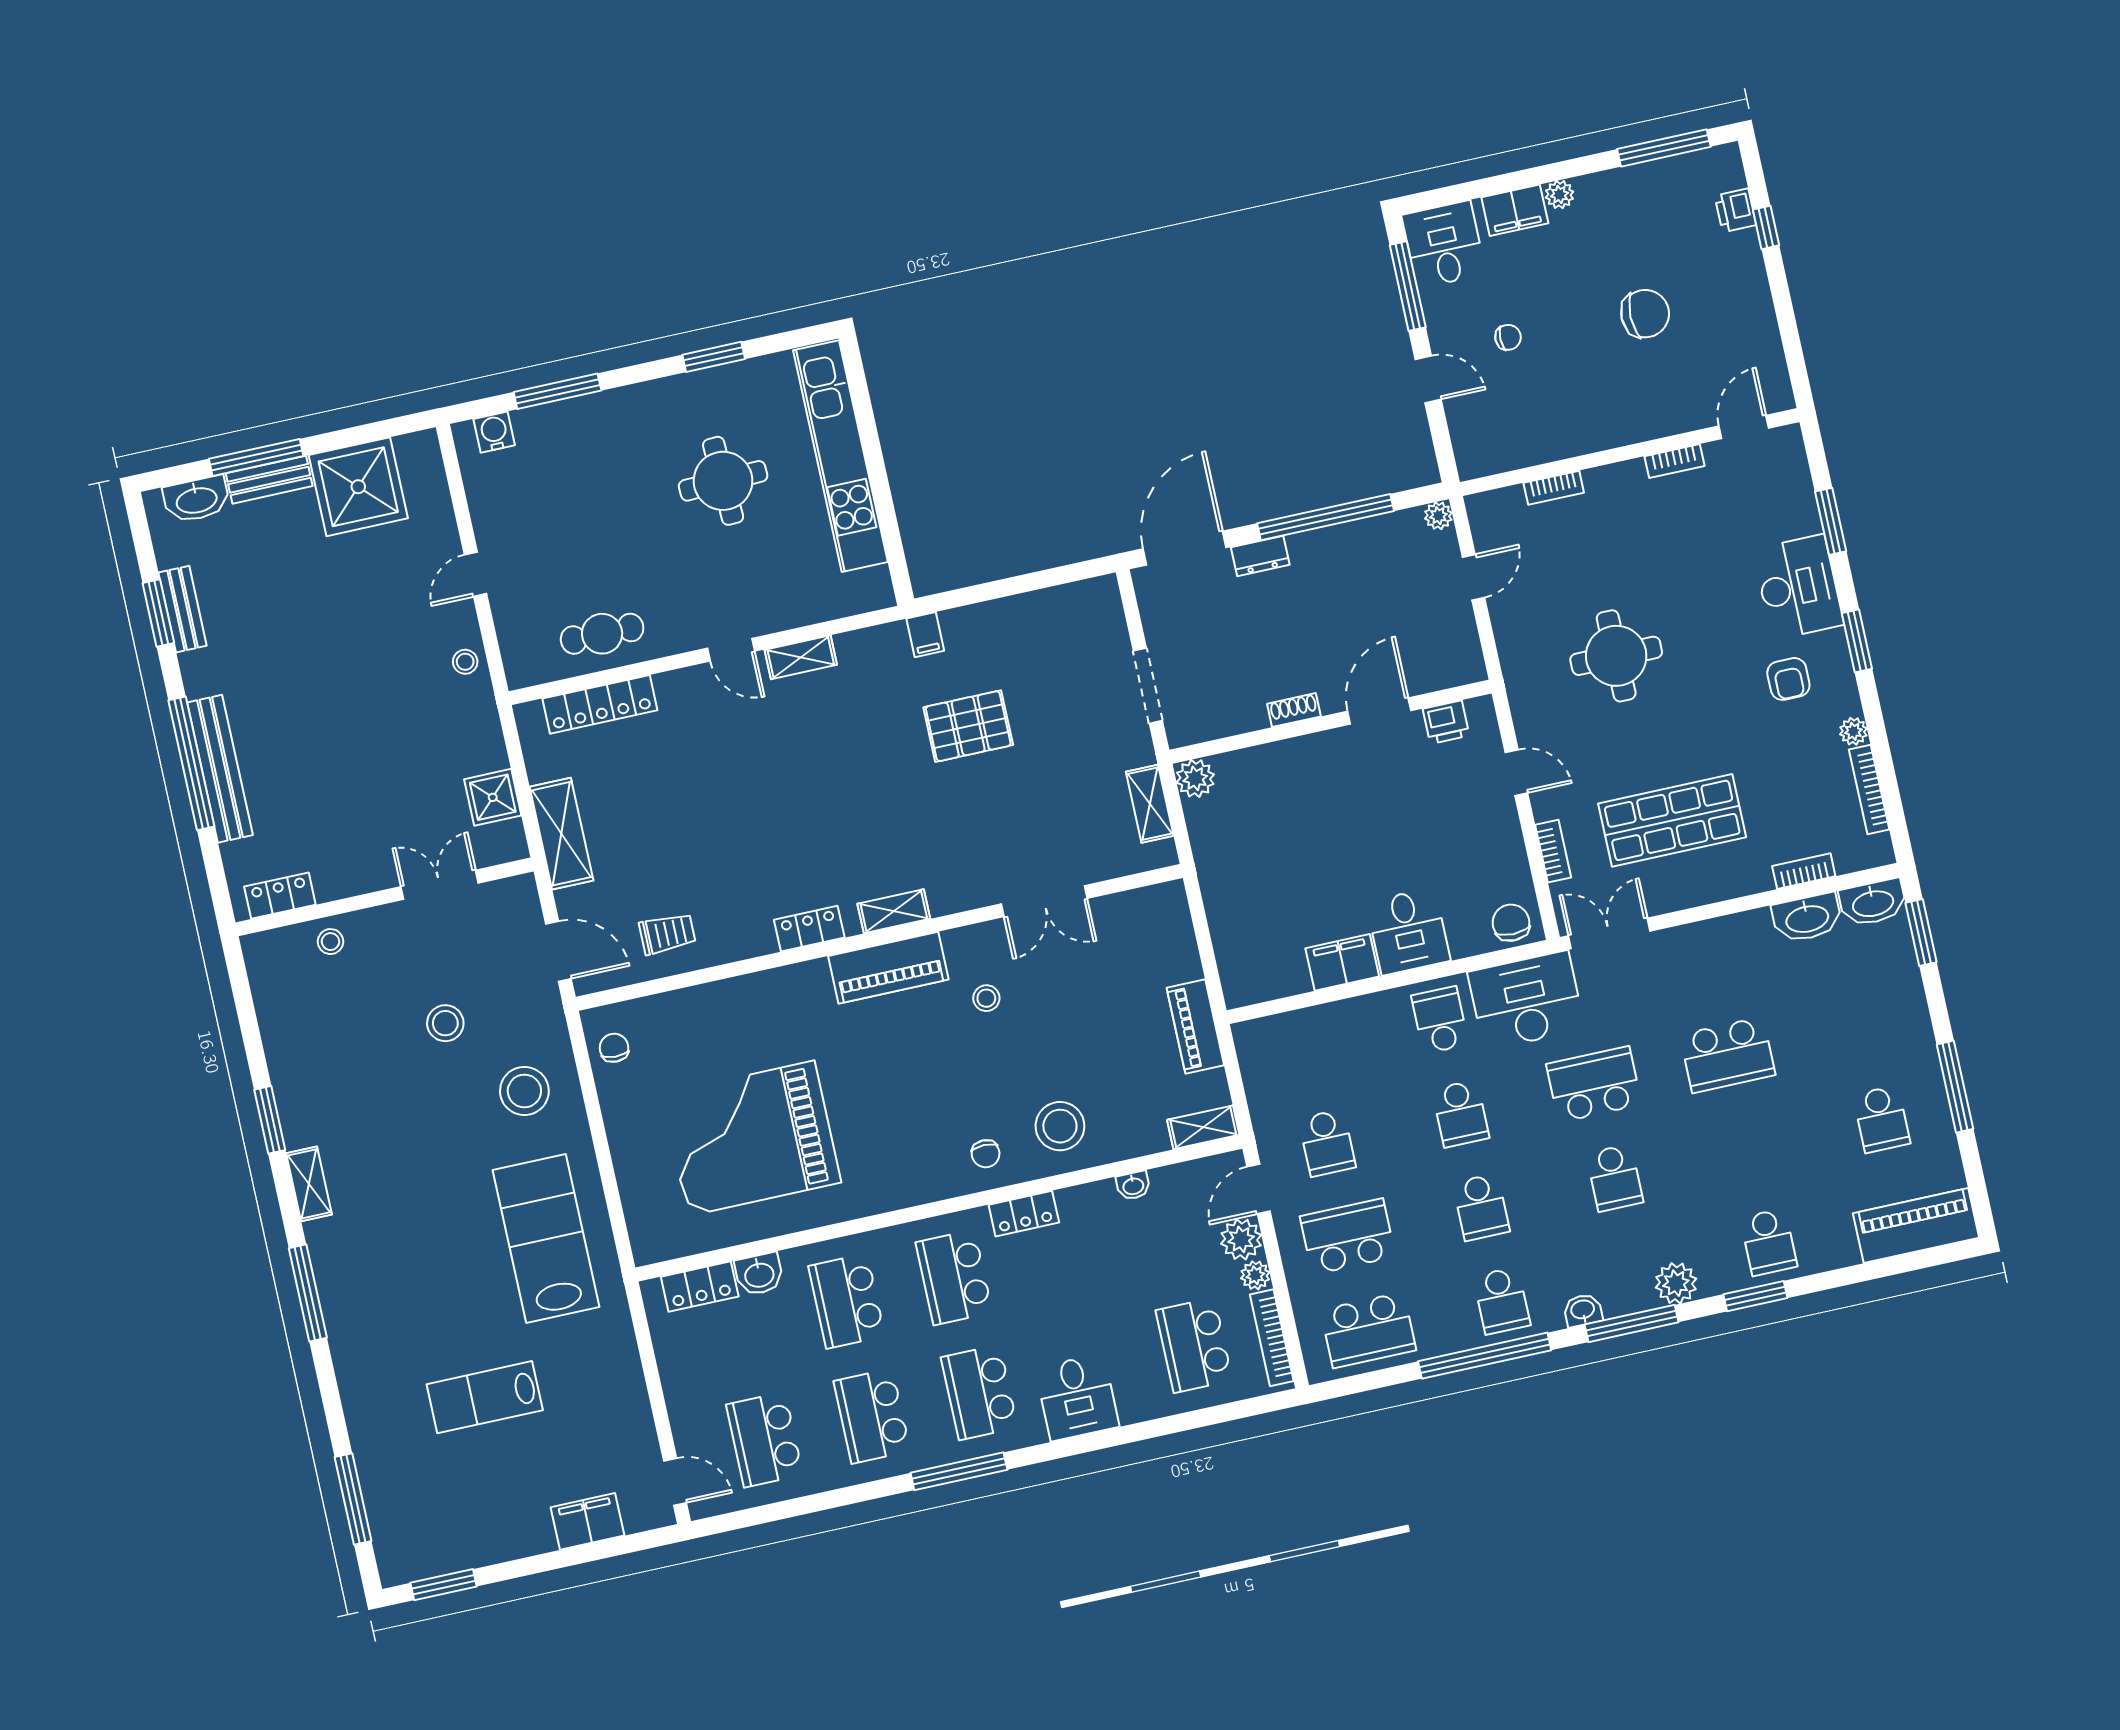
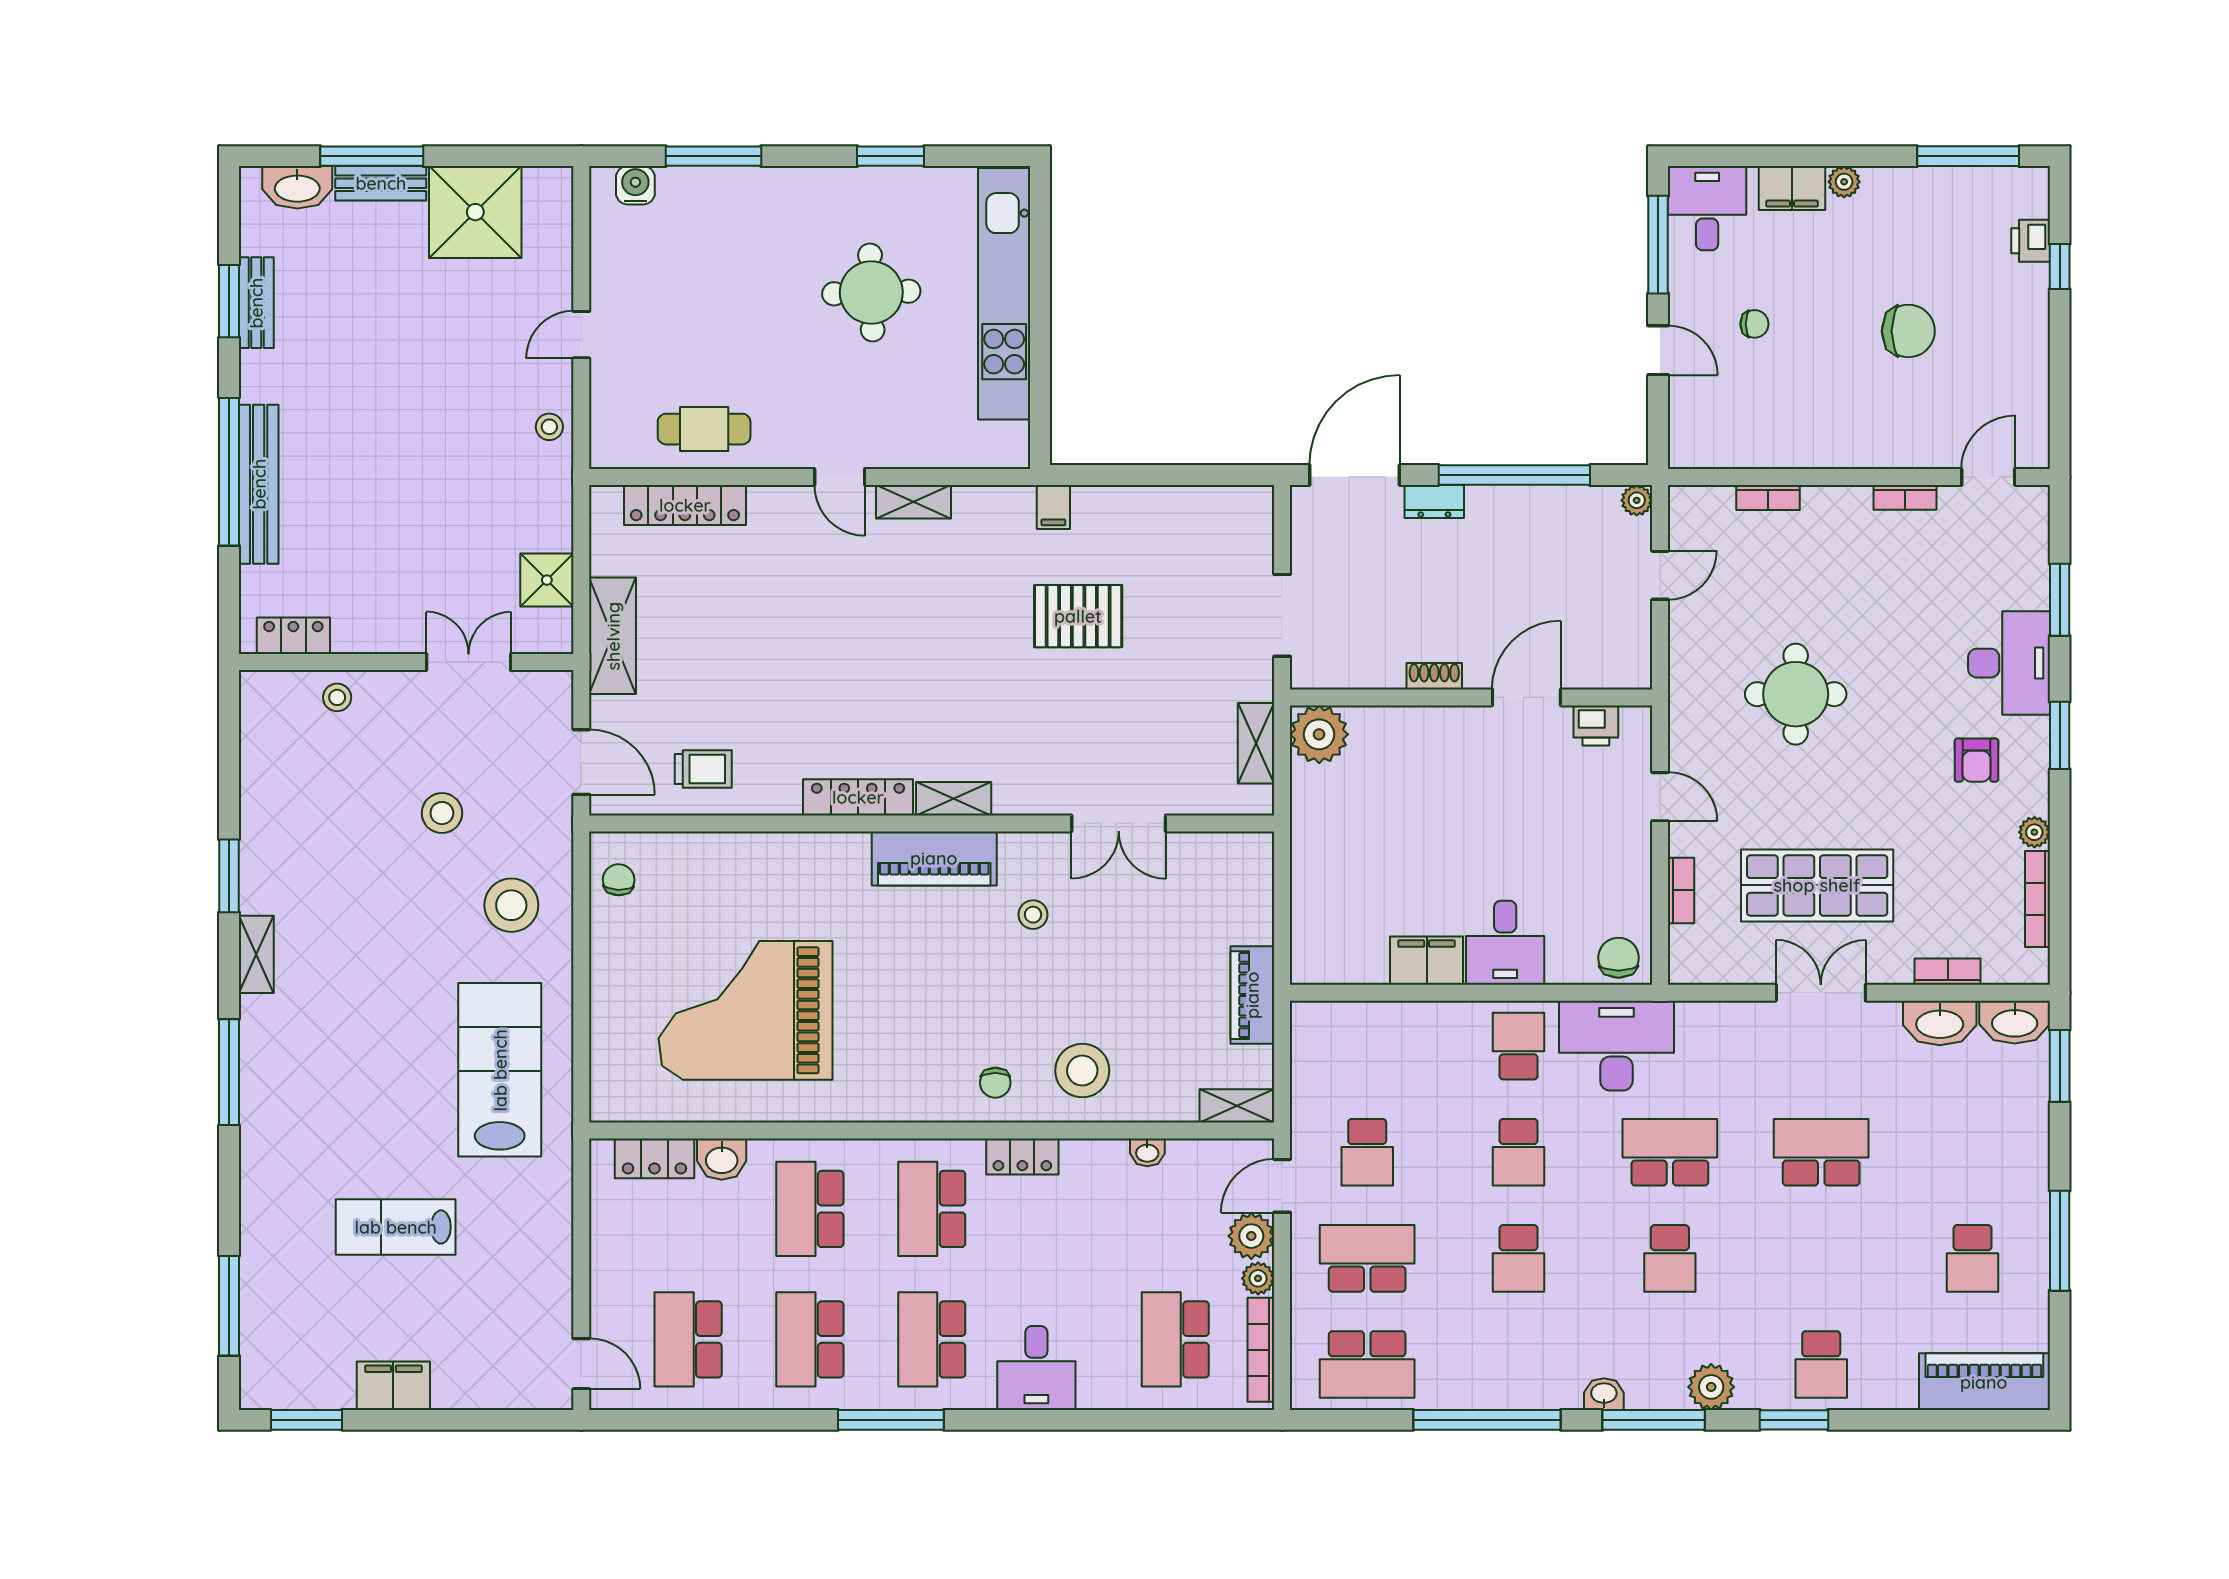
plant: (1195, 778) -> (1319, 734), width x1.36, depth x1.36
locker: (809, 929) -> (858, 797), width x1.53
double door: (1609, 933) -> (1821, 993), moved
school desk: (1728, 1055) -> (1821, 1152), turned 180
school desk: (1502, 1301) -> (1519, 1364), removed
filing cabinet: (588, 1521) -> (393, 1386), moved

